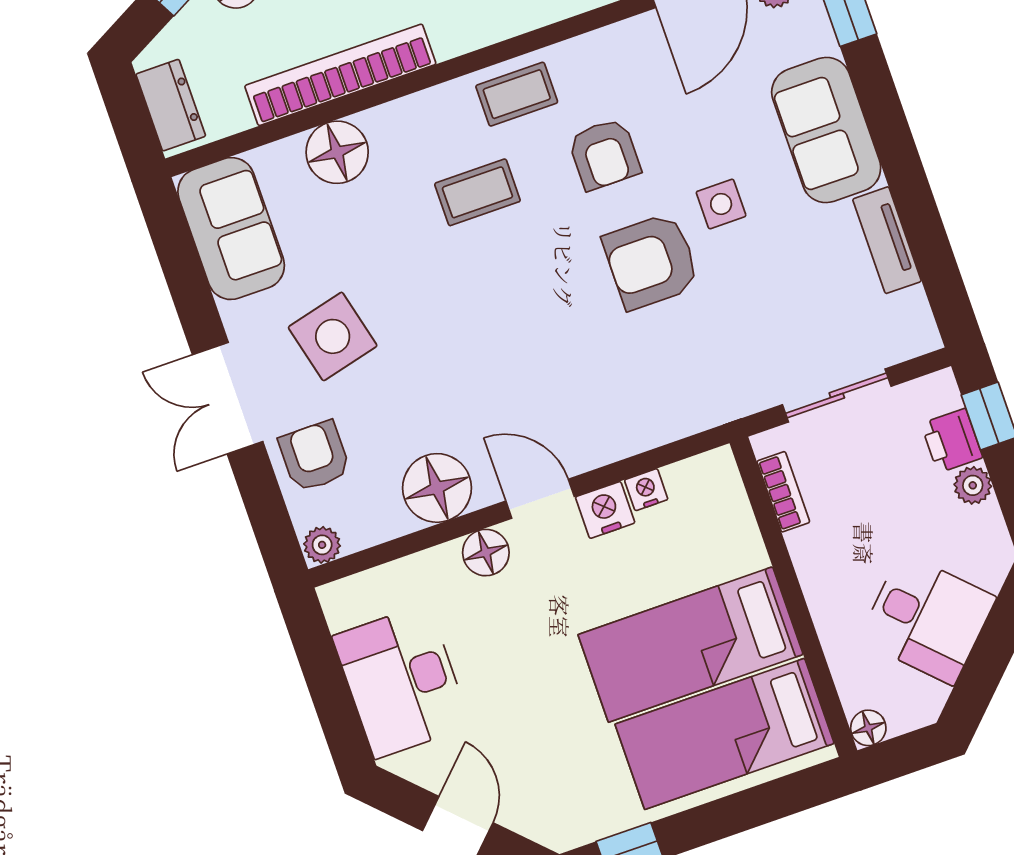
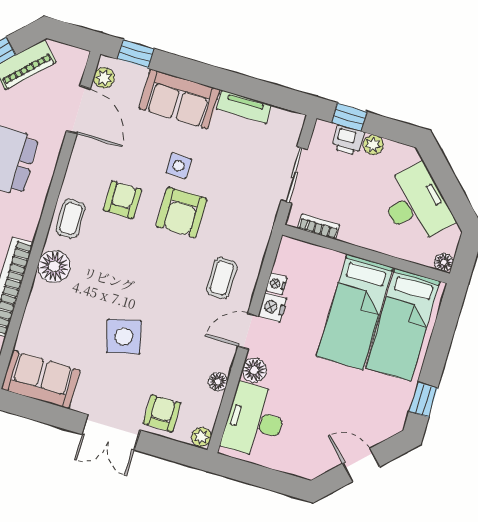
floor lamp: (337, 152) -> (54, 266), moved
armchair: (604, 154) -> (122, 200), turned -90
coffee table: (477, 192) -> (222, 278), moved
side table: (333, 336) -> (124, 336), moved
armchair: (315, 456) -> (162, 413), turned 90
floor lamp: (437, 488) -> (218, 382), width x0.53, depth x0.53
desk: (927, 619) -> (416, 204), width x1.37
desk: (402, 681) -> (255, 421), moved, turned 90

